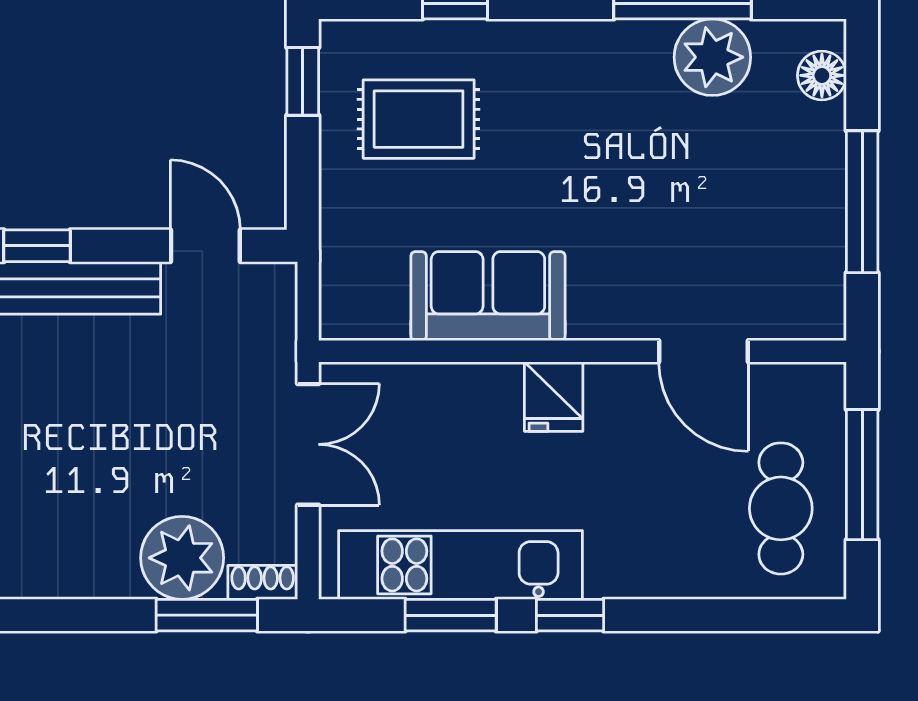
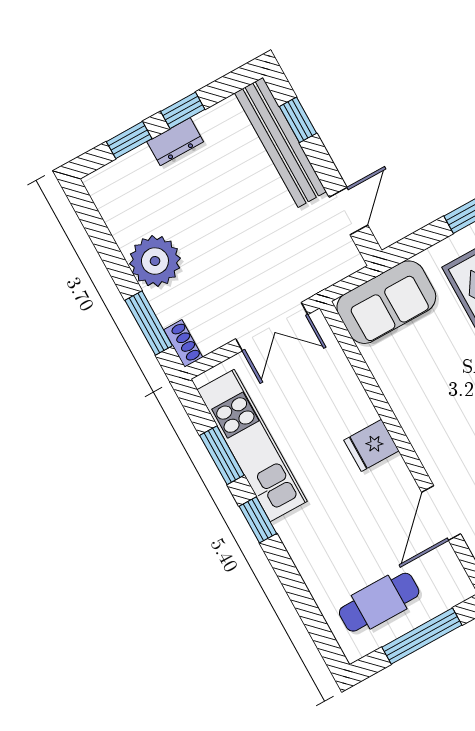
sofa: (488, 296) -> (386, 302), moved, turned 90
plant: (182, 558) -> (155, 261), moved

